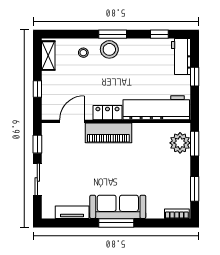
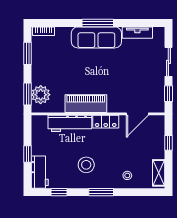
stool: (109, 49) -> (86, 165), moved
workbench: (156, 108) -> (70, 123), width x0.73, depth x0.76
piano: (108, 133) -> (86, 104), moved

